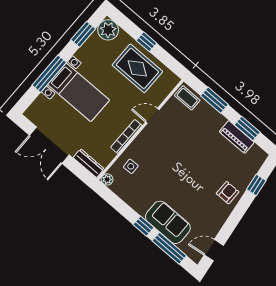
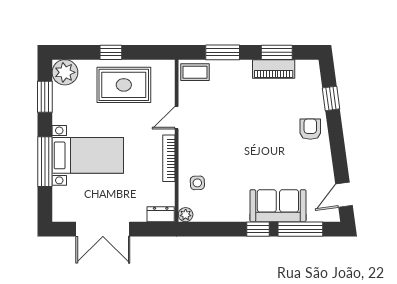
dresser: (89, 163) -> (161, 214), width x0.70

